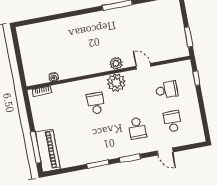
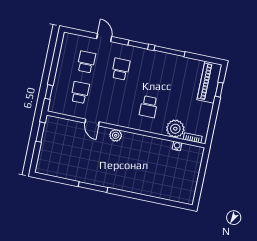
plant: (116, 83) -> (175, 129), moved
school desk: (167, 90) -> (80, 93), turned 90
school desk: (173, 121) -> (86, 62), turned 180
window: (36, 147) -> (219, 90), width x0.46
window: (98, 164) -> (169, 51), width x1.44

